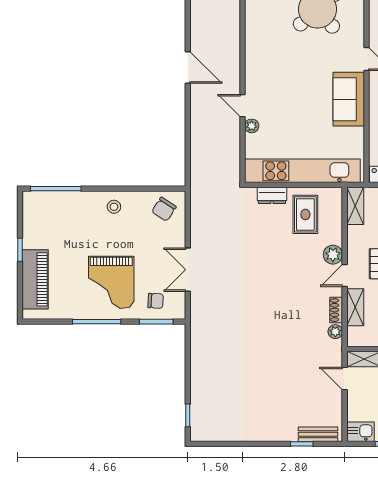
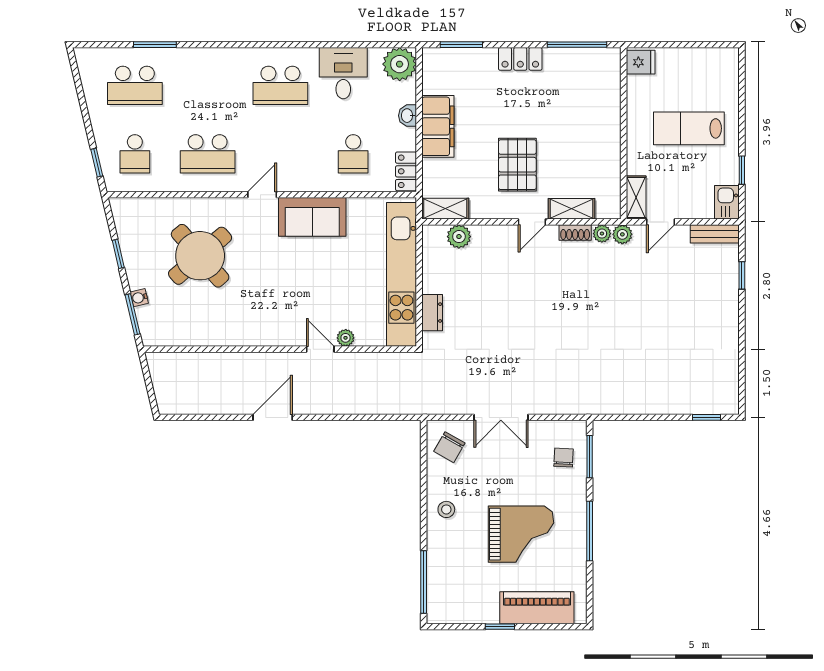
door: (243, 106) -> (320, 349), swing flipped
chair: (164, 209) -> (449, 447), turned 87
rug: (305, 214) -> (456, 271), removed
plant: (333, 255) -> (459, 237), moved
double door: (188, 270) -> (501, 417), moved
door: (345, 275) -> (532, 222), hinge flipped
grand piano: (111, 282) -> (521, 534), moved
plant: (335, 348) -> (622, 234), added
bench: (318, 434) -> (715, 234), moved, turned 90

